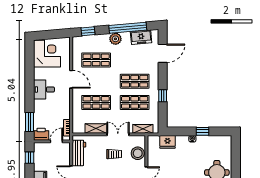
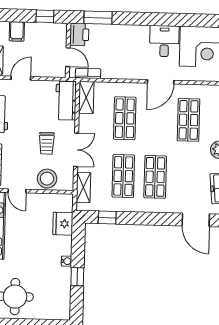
desk: (44, 89) -> (164, 41), moved
window: (163, 96) -> (107, 218), moved
shelving: (96, 129) -> (86, 97), moved
workbench: (79, 153) -> (66, 101), moved, turned 90

